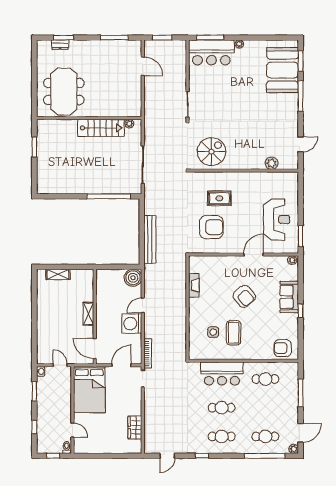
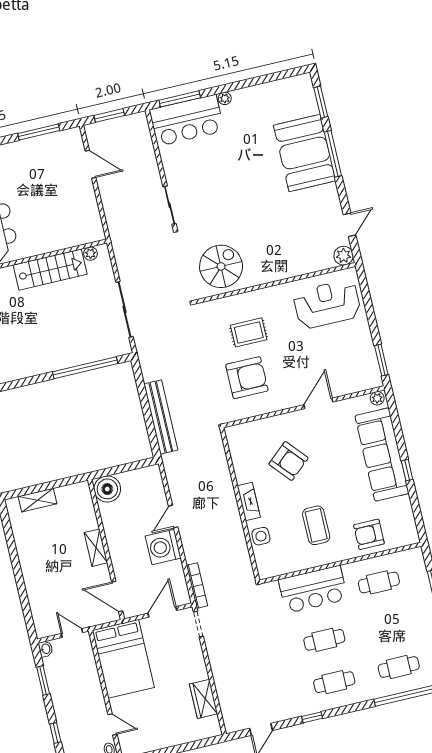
booth: (282, 70) -> (305, 153), moved
plant: (272, 163) -> (344, 256), moved
reception desk: (277, 219) -> (327, 304), moved, turned -90
boiler: (133, 278) -> (107, 489), moved
fireplace: (194, 285) -> (249, 502), moved
armchair: (244, 296) -> (288, 461), moved
sofa: (289, 297) -> (382, 455), width x1.85, depth x1.27
side table: (213, 332) -> (261, 536), moved
armchair: (283, 348) -> (369, 534), moved

